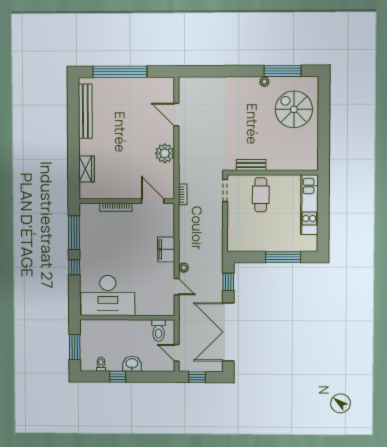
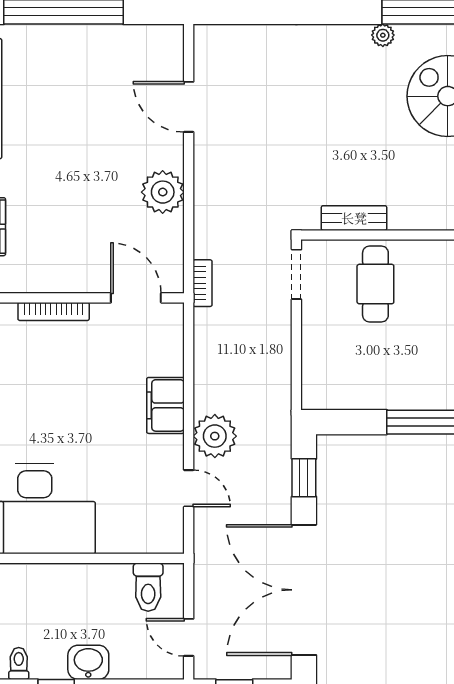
plant: (184, 268) -> (215, 436), width x1.87, depth x1.87

